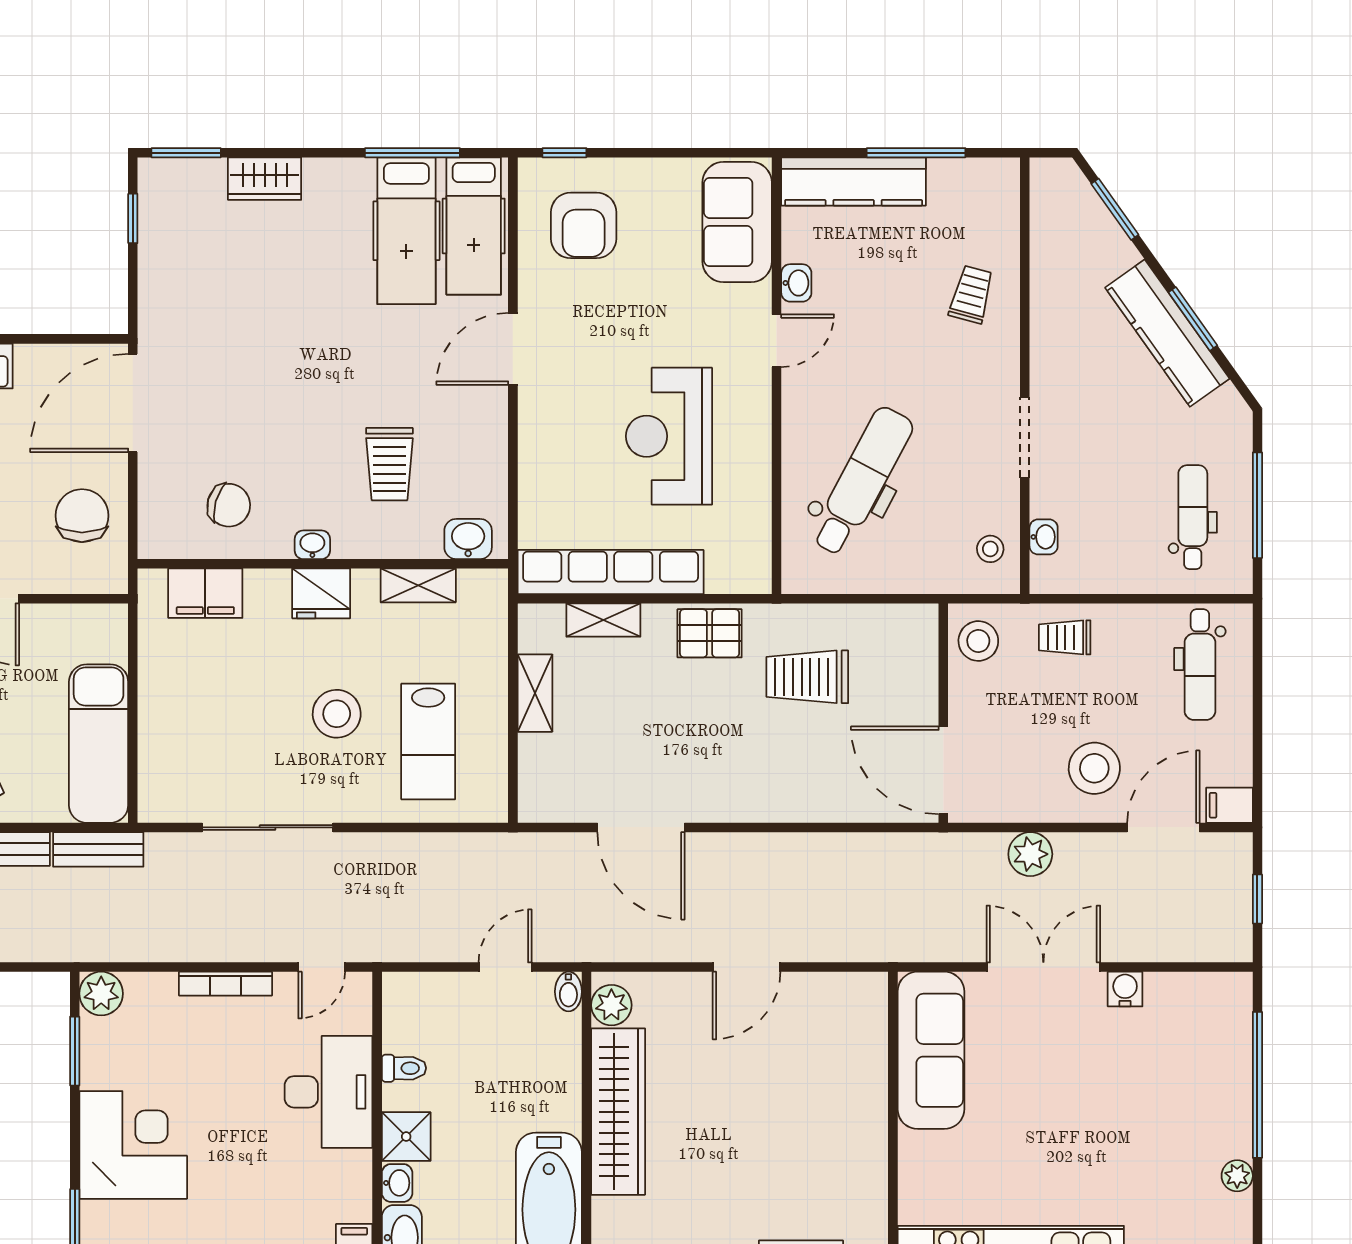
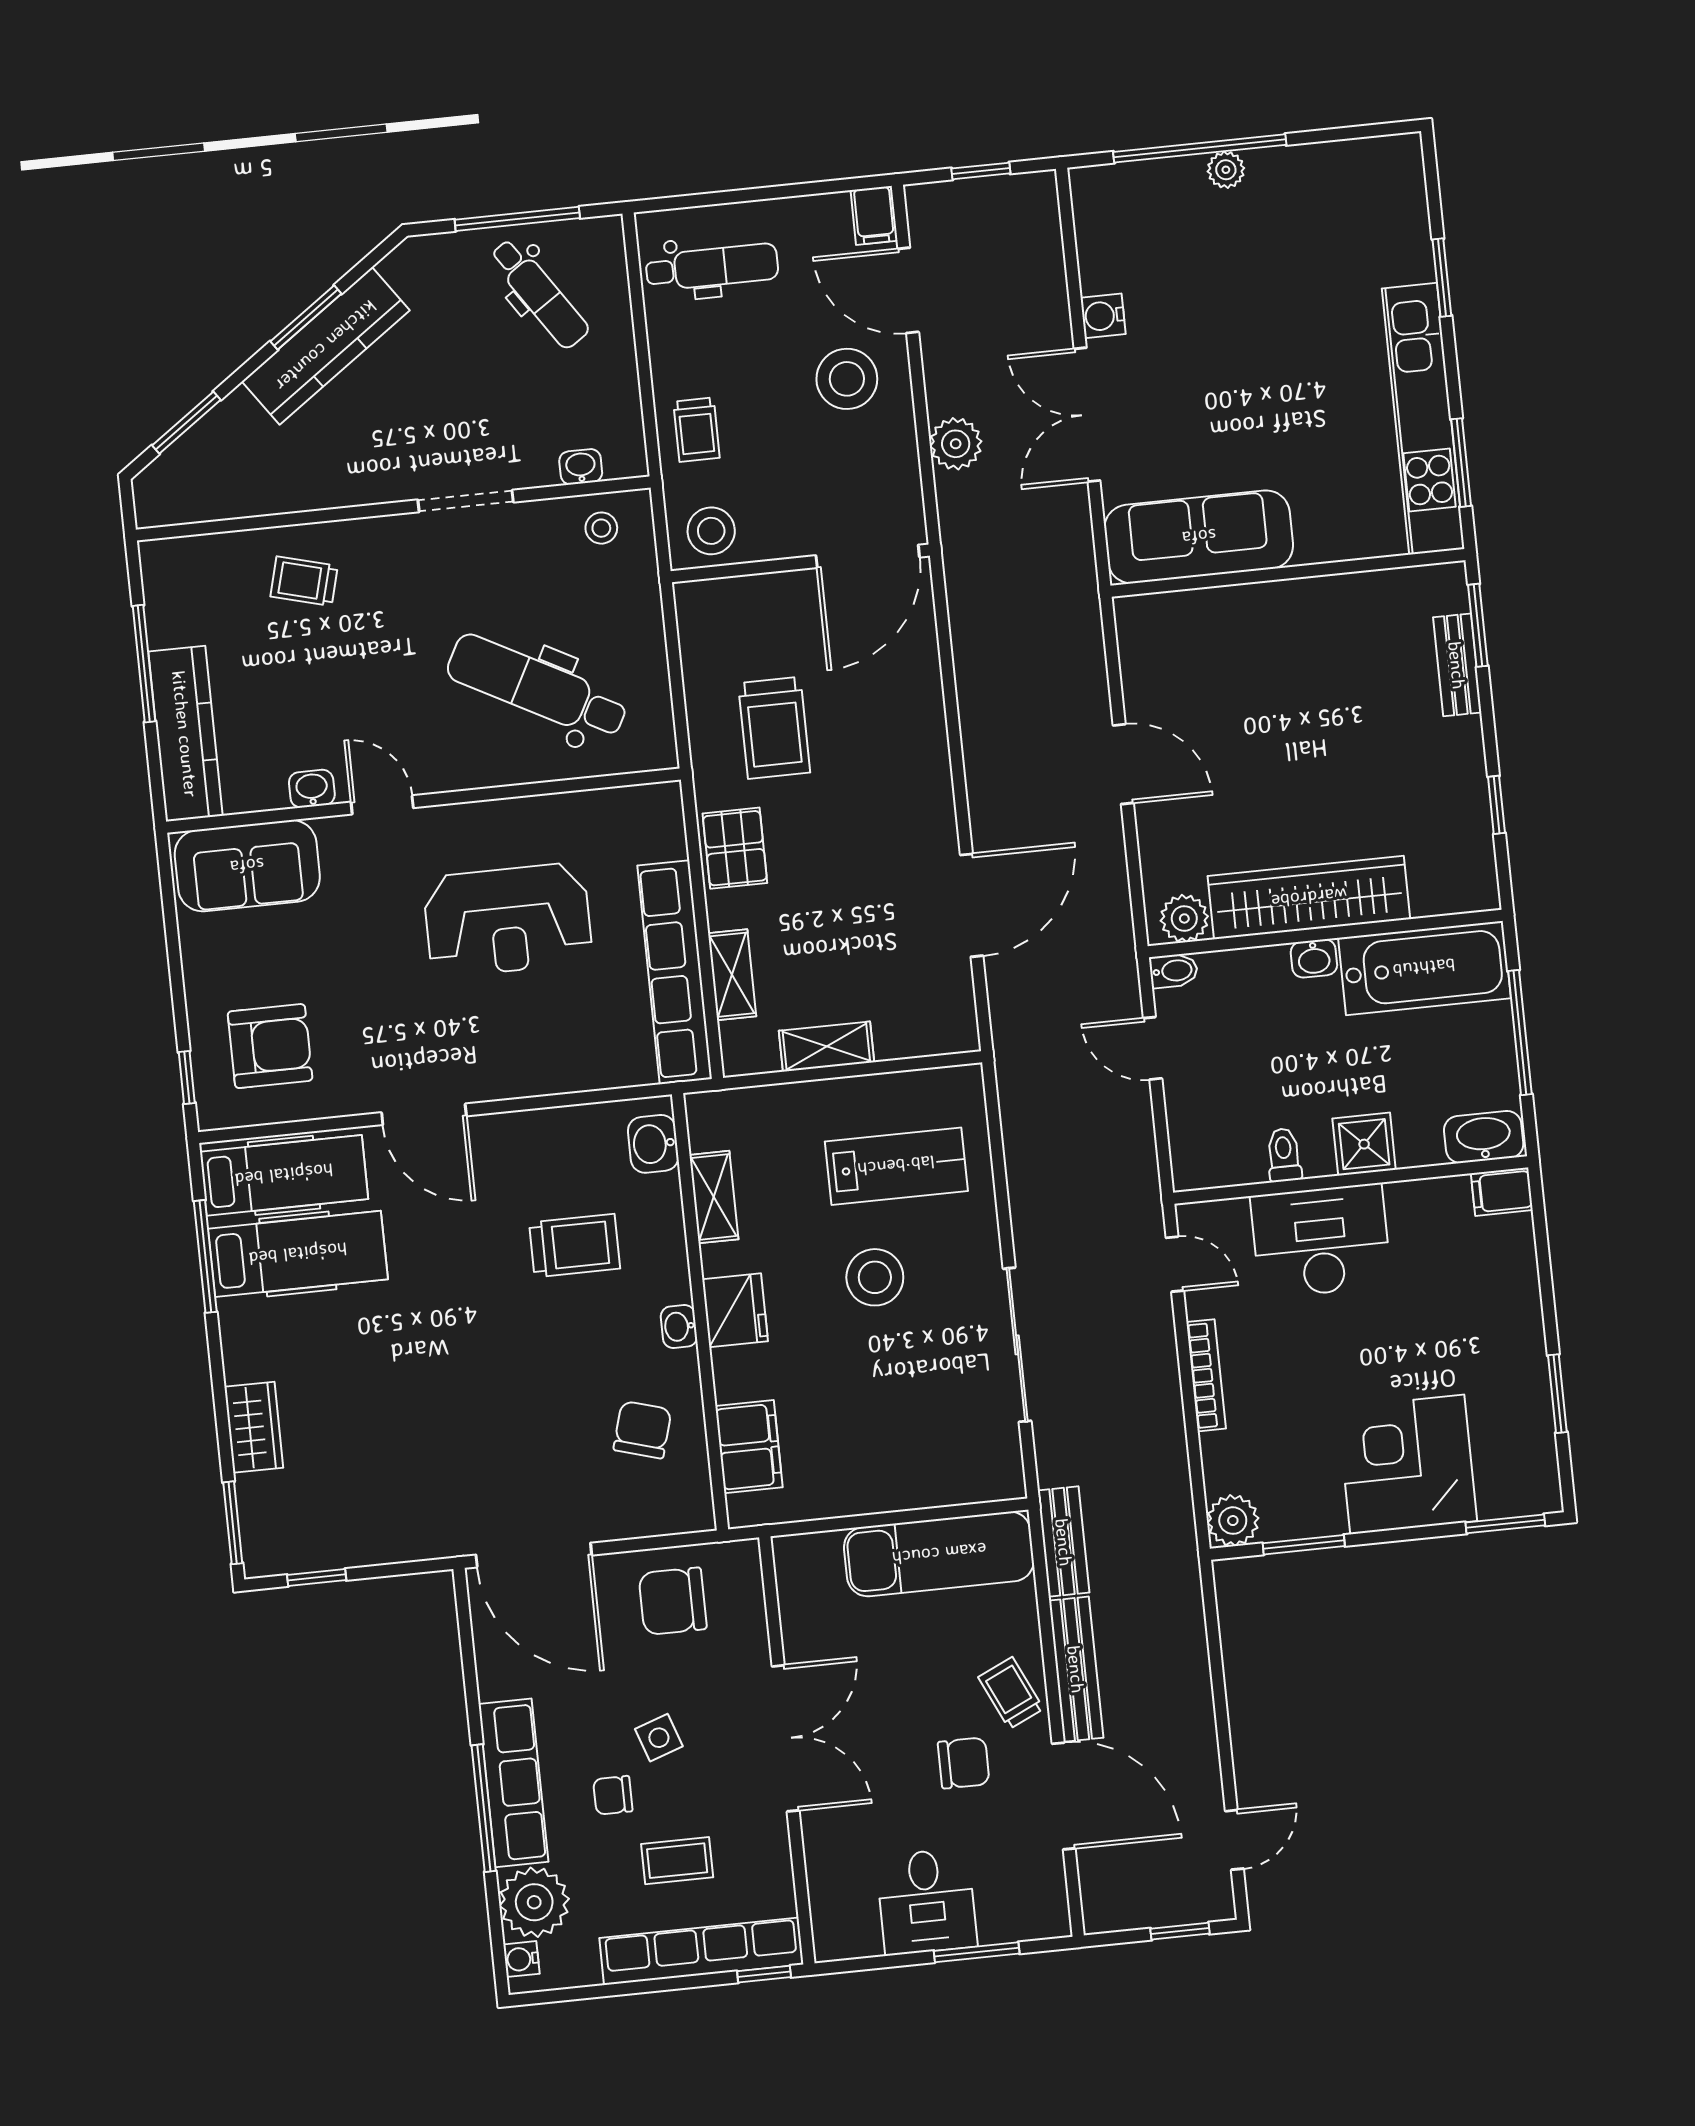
dental chair: (1193, 517) -> (539, 294), turned -124
plant: (1237, 1176) -> (1226, 170), moved
washbasin: (397, 1183) -> (1314, 958), moved, turned 180

